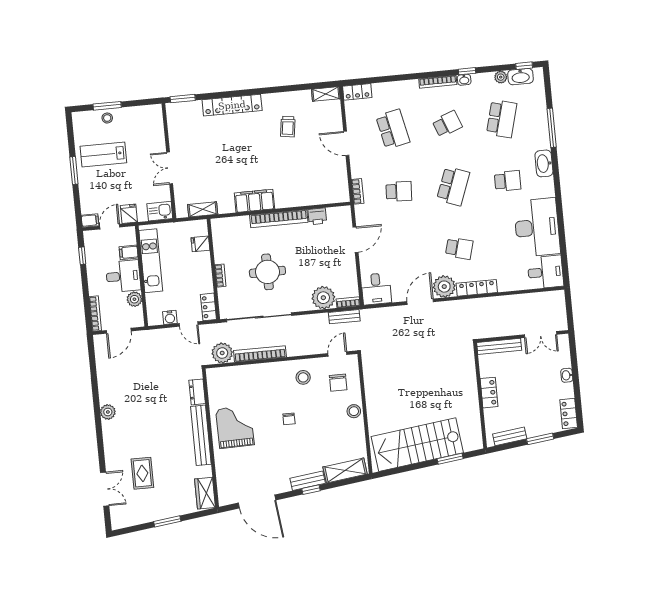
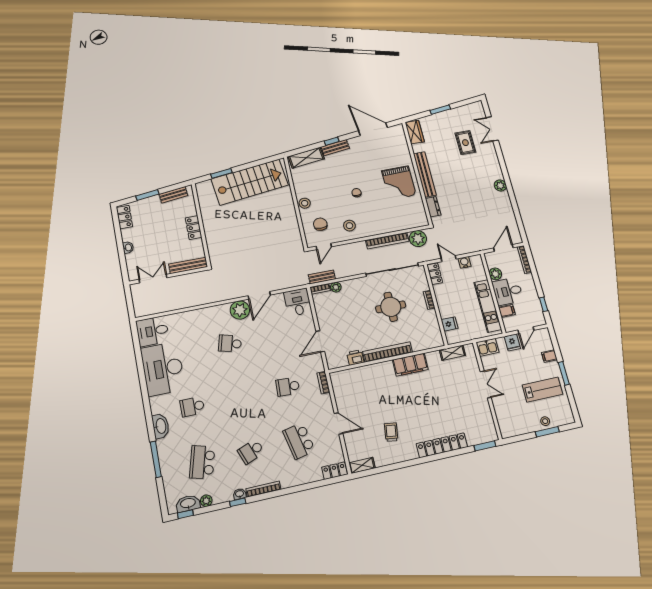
school desk: (453, 186) -> (240, 397), removed
filing cabinet: (90, 220) -> (549, 356), moved
locker: (477, 288) -> (212, 312), removed
plant: (323, 298) -> (336, 287), width x0.53, depth x0.53

